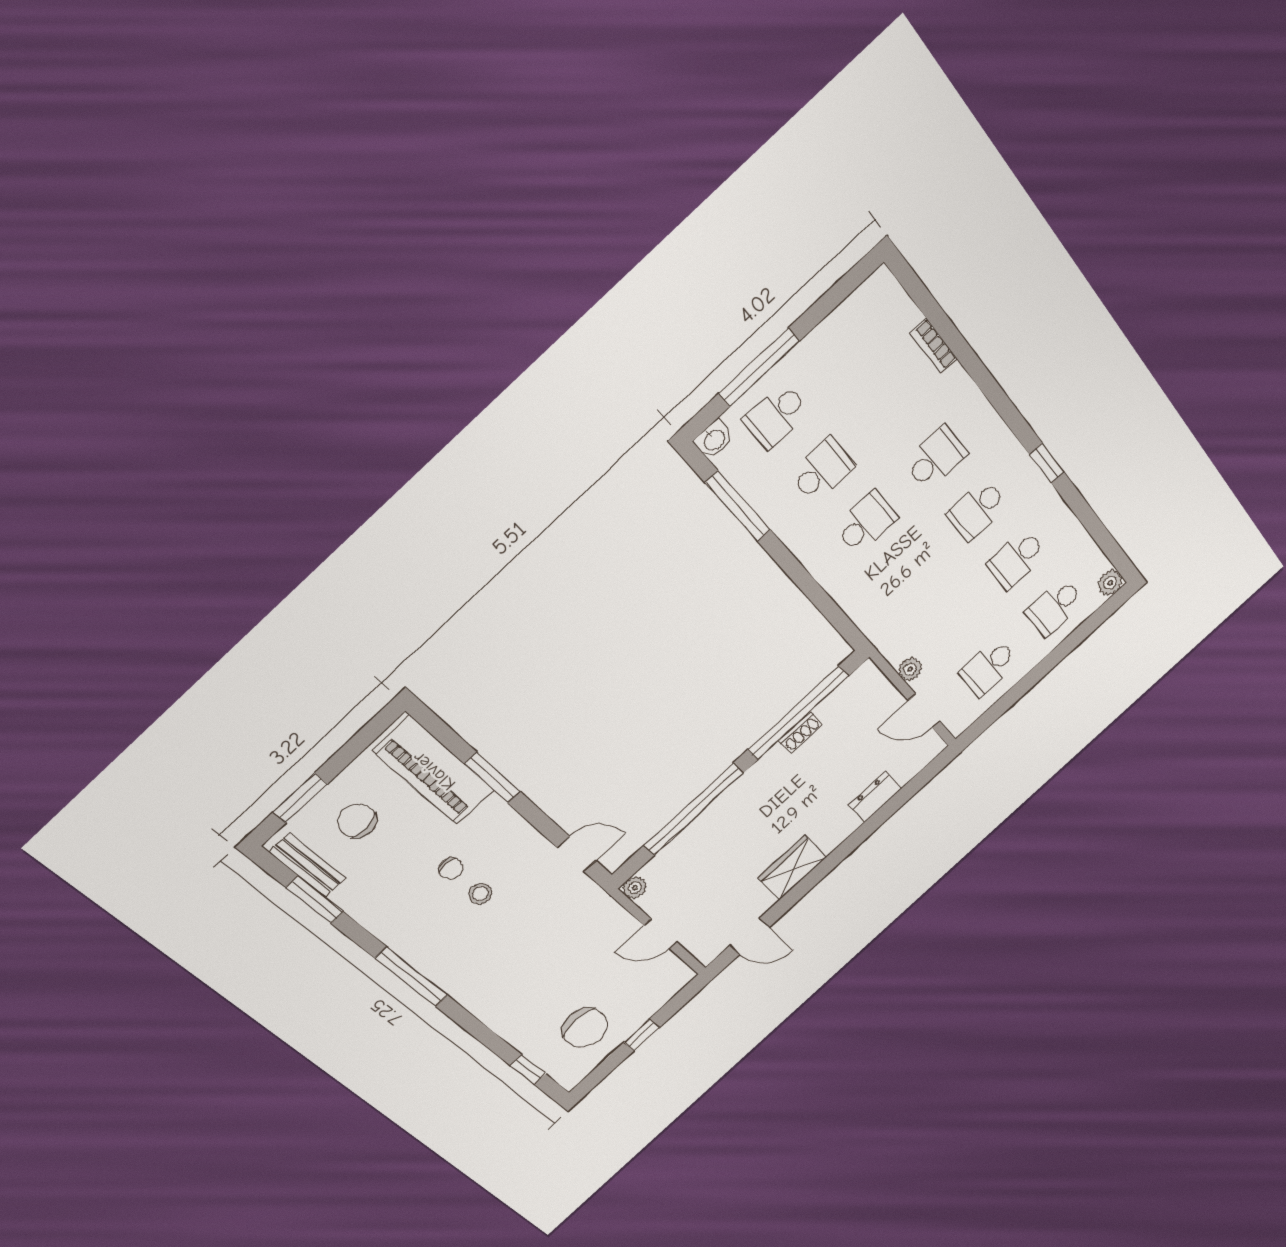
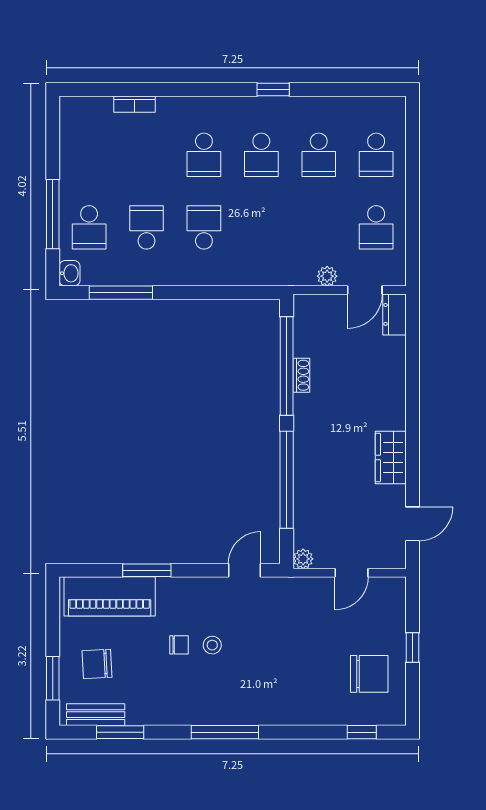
school desk: (936, 458) -> (204, 155), turned 180
plant: (1110, 583) -> (395, 107), removed
dresser: (875, 797) -> (395, 314), moved

